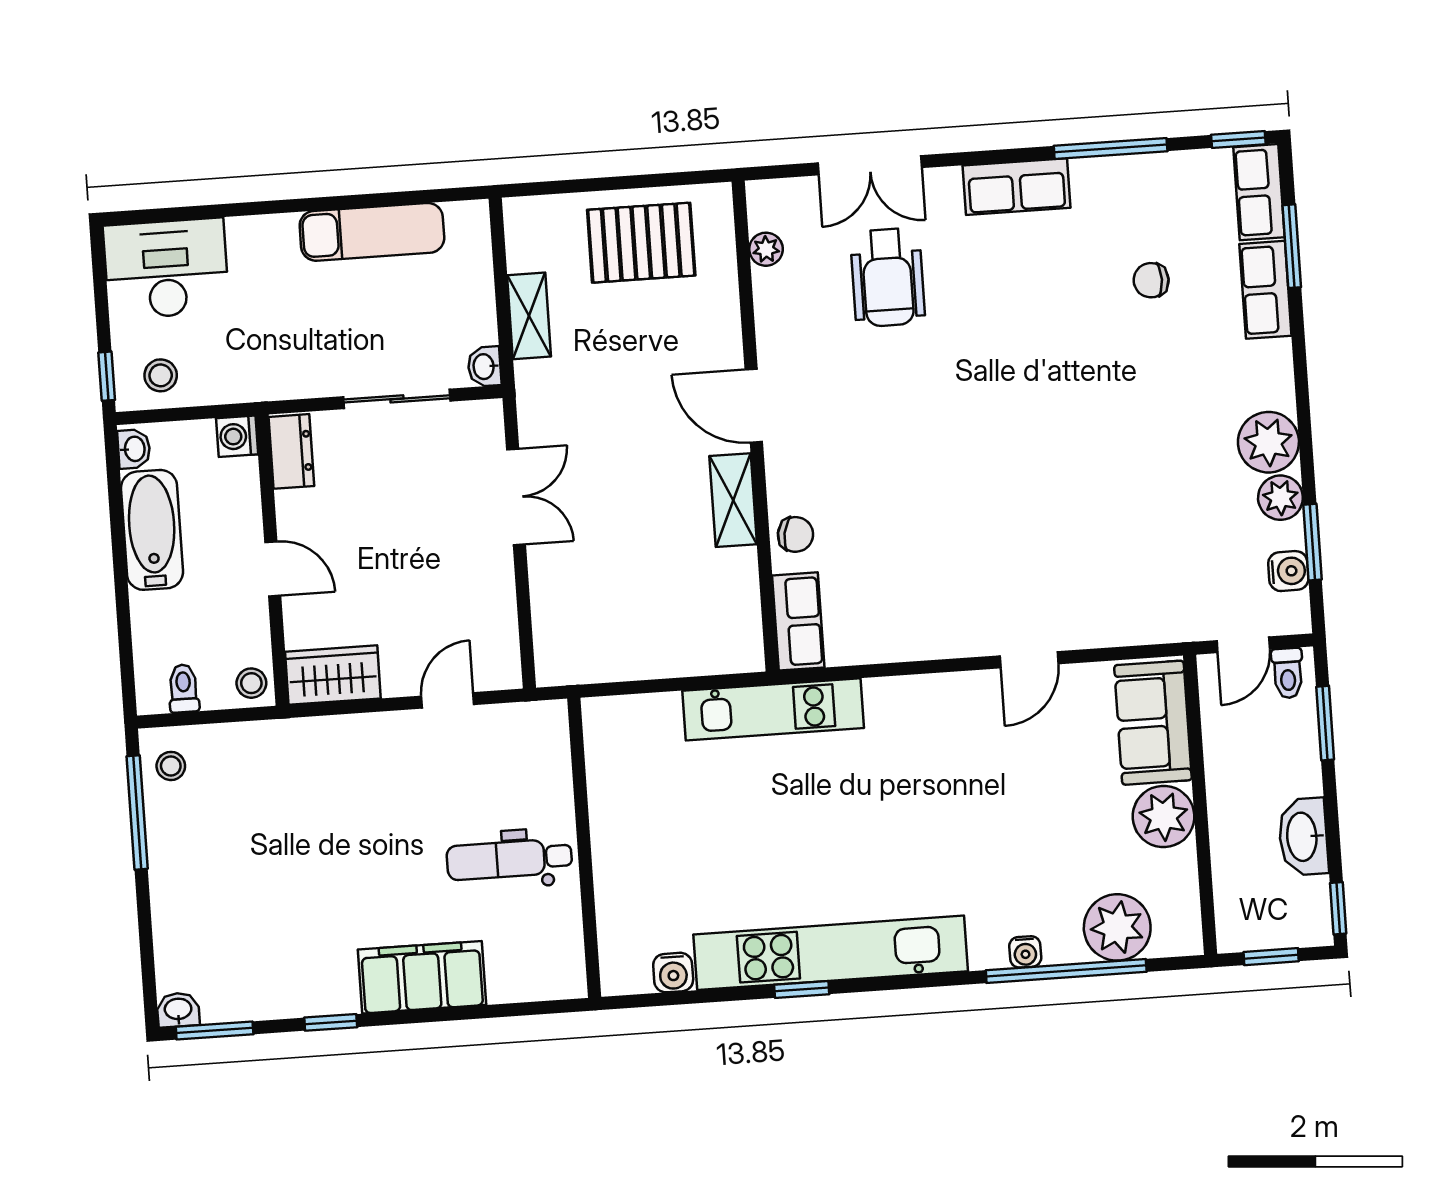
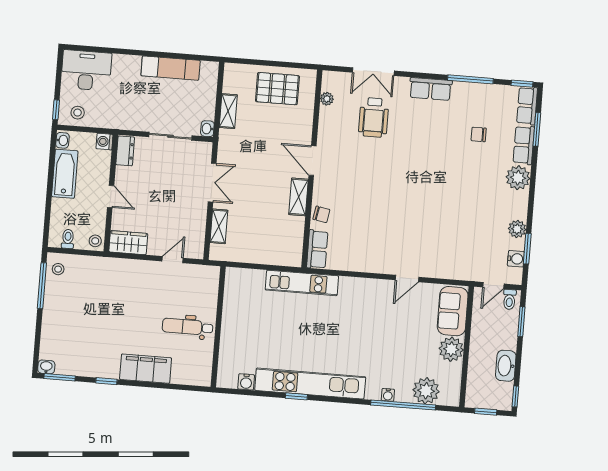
plant: (1268, 442) -> (518, 178), moved
shelving: (549, 602) -> (219, 226), added

